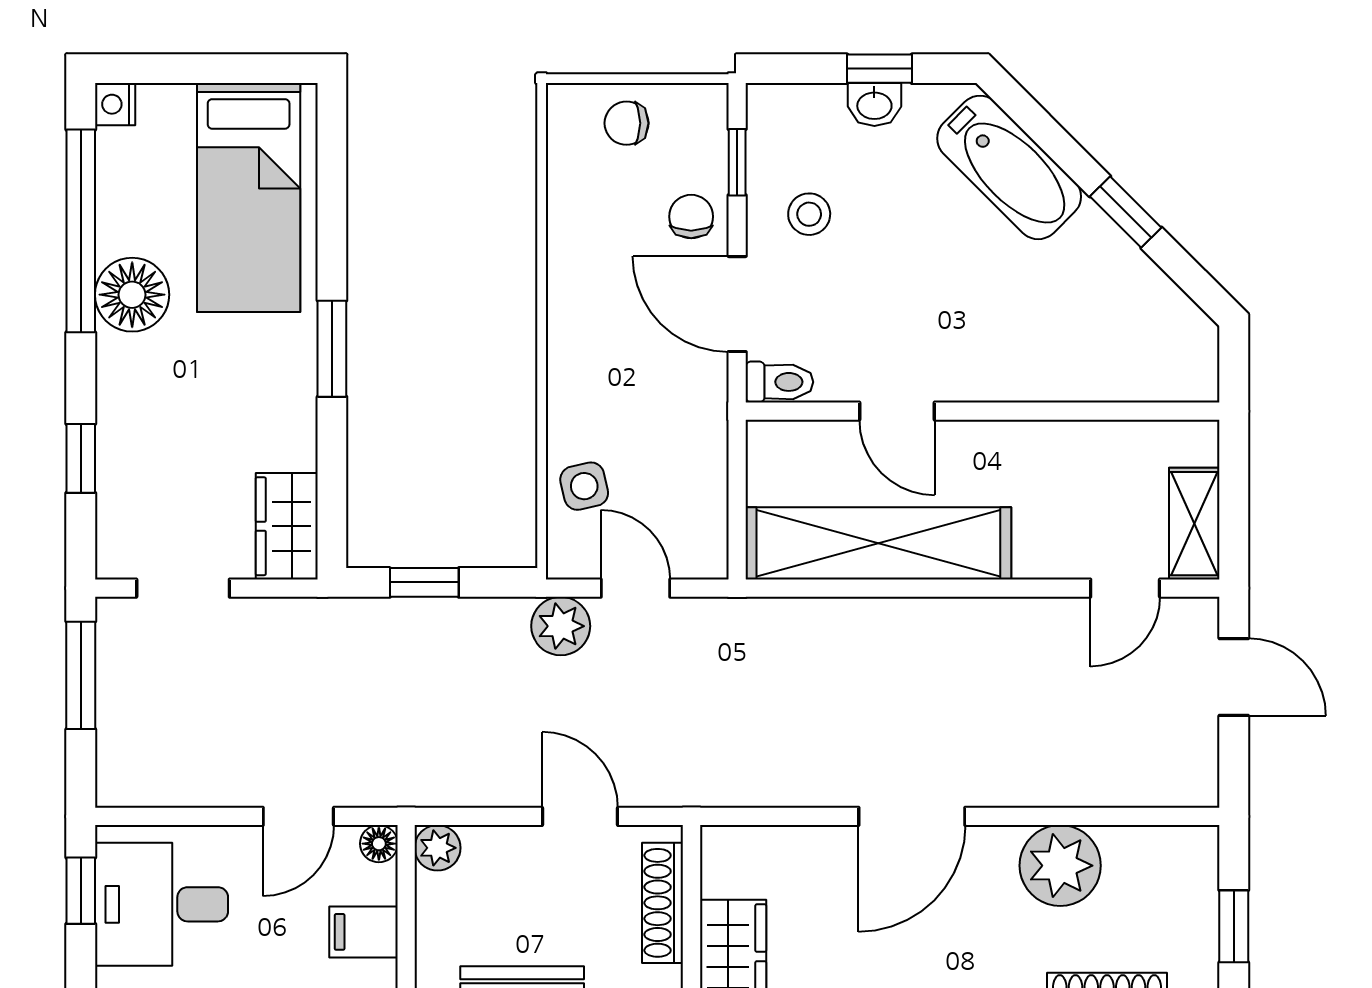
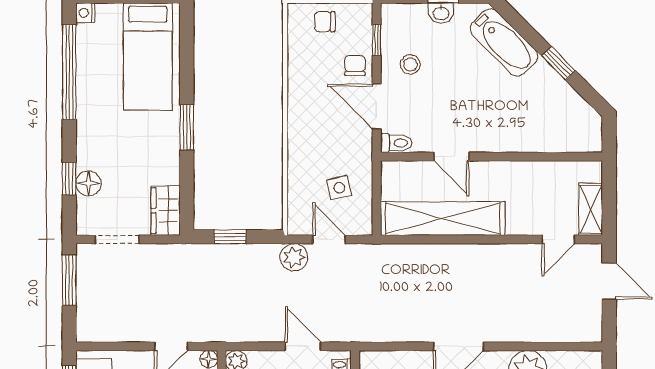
floor lamp: (132, 295) -> (88, 183), moved, width x0.73, depth x0.73
side table: (584, 486) -> (339, 188), moved

